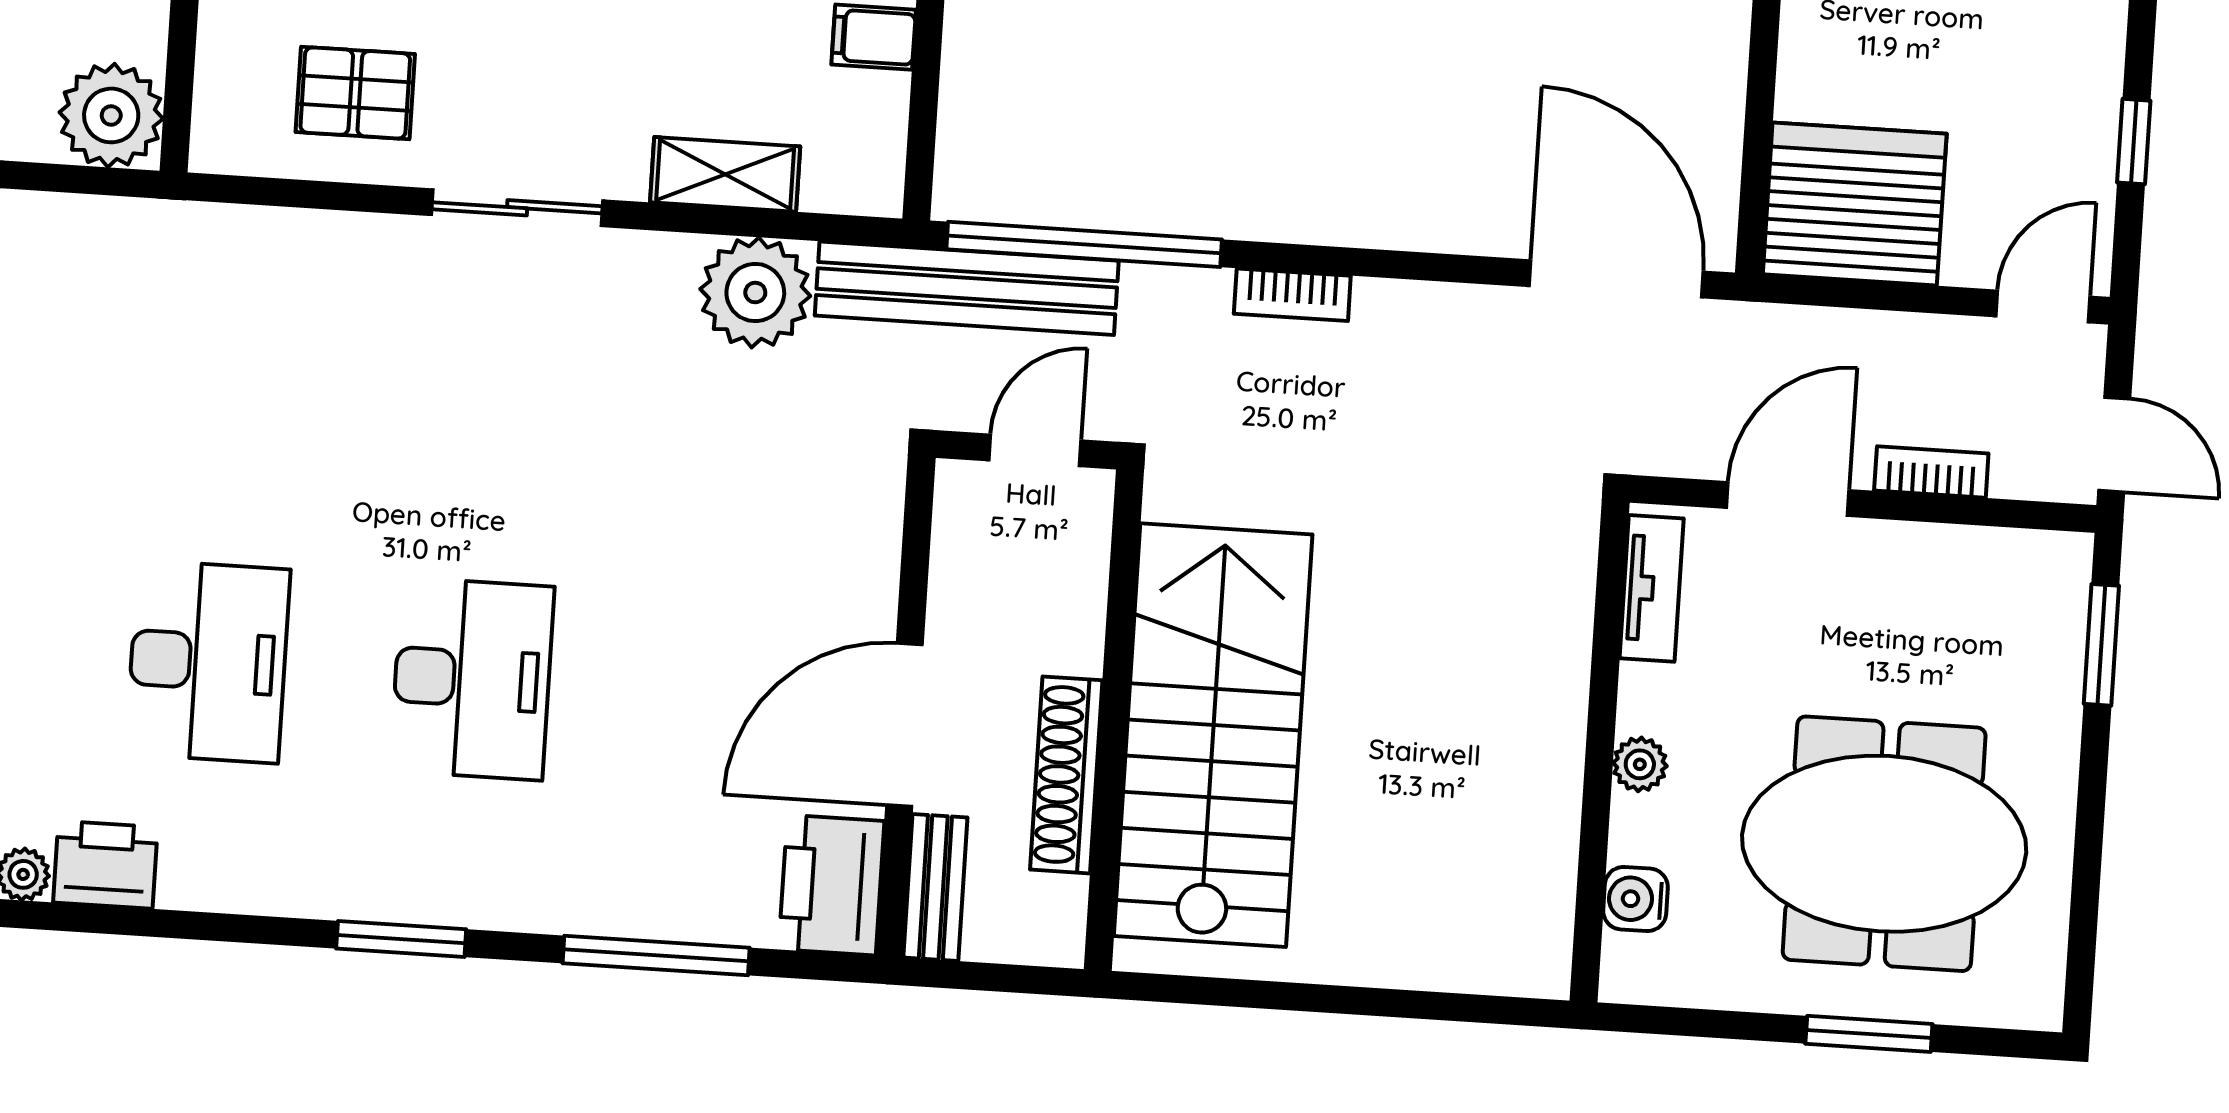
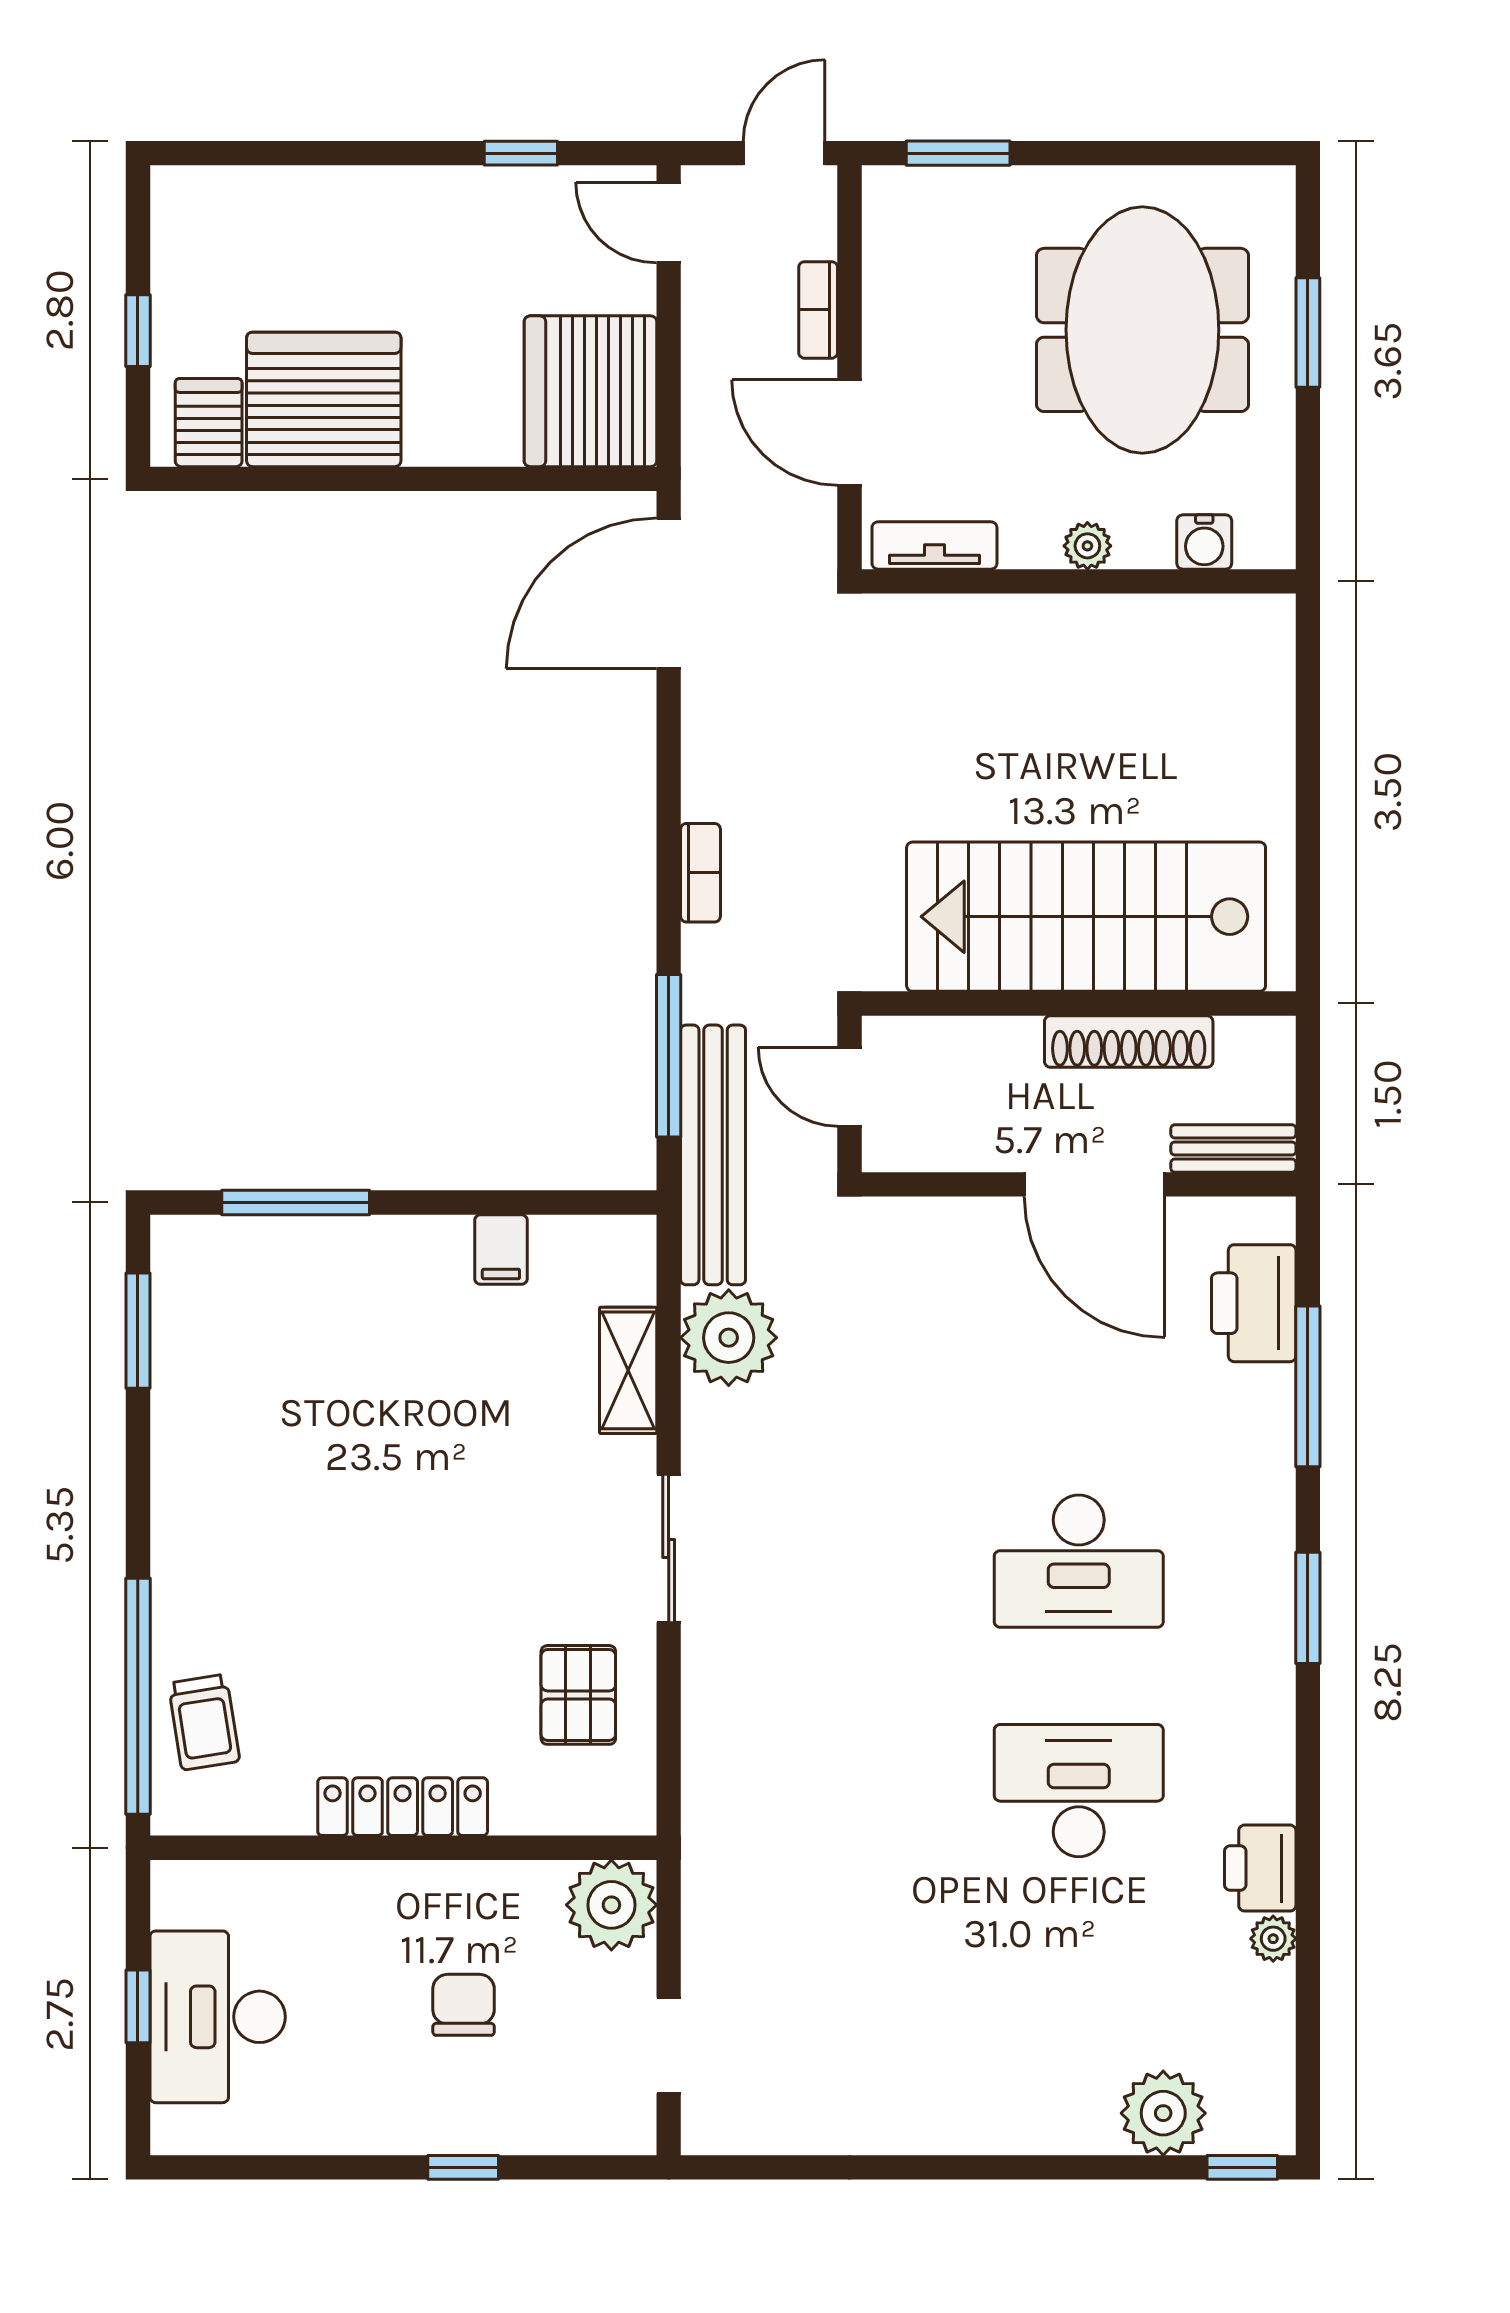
window: (1084, 244) -> (669, 1056), width x0.68
desk: (472, 679) -> (1079, 1561), turned 180
printer: (831, 885) -> (1254, 1303), moved, turned 90

